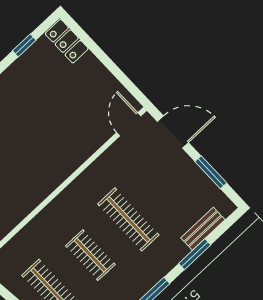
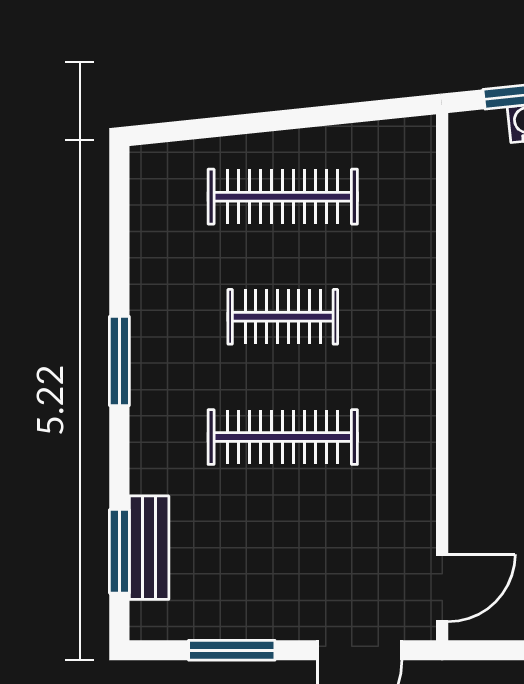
door: (129, 124) -> (442, 588), hinge flipped
window: (195, 254) -> (119, 551), moved

